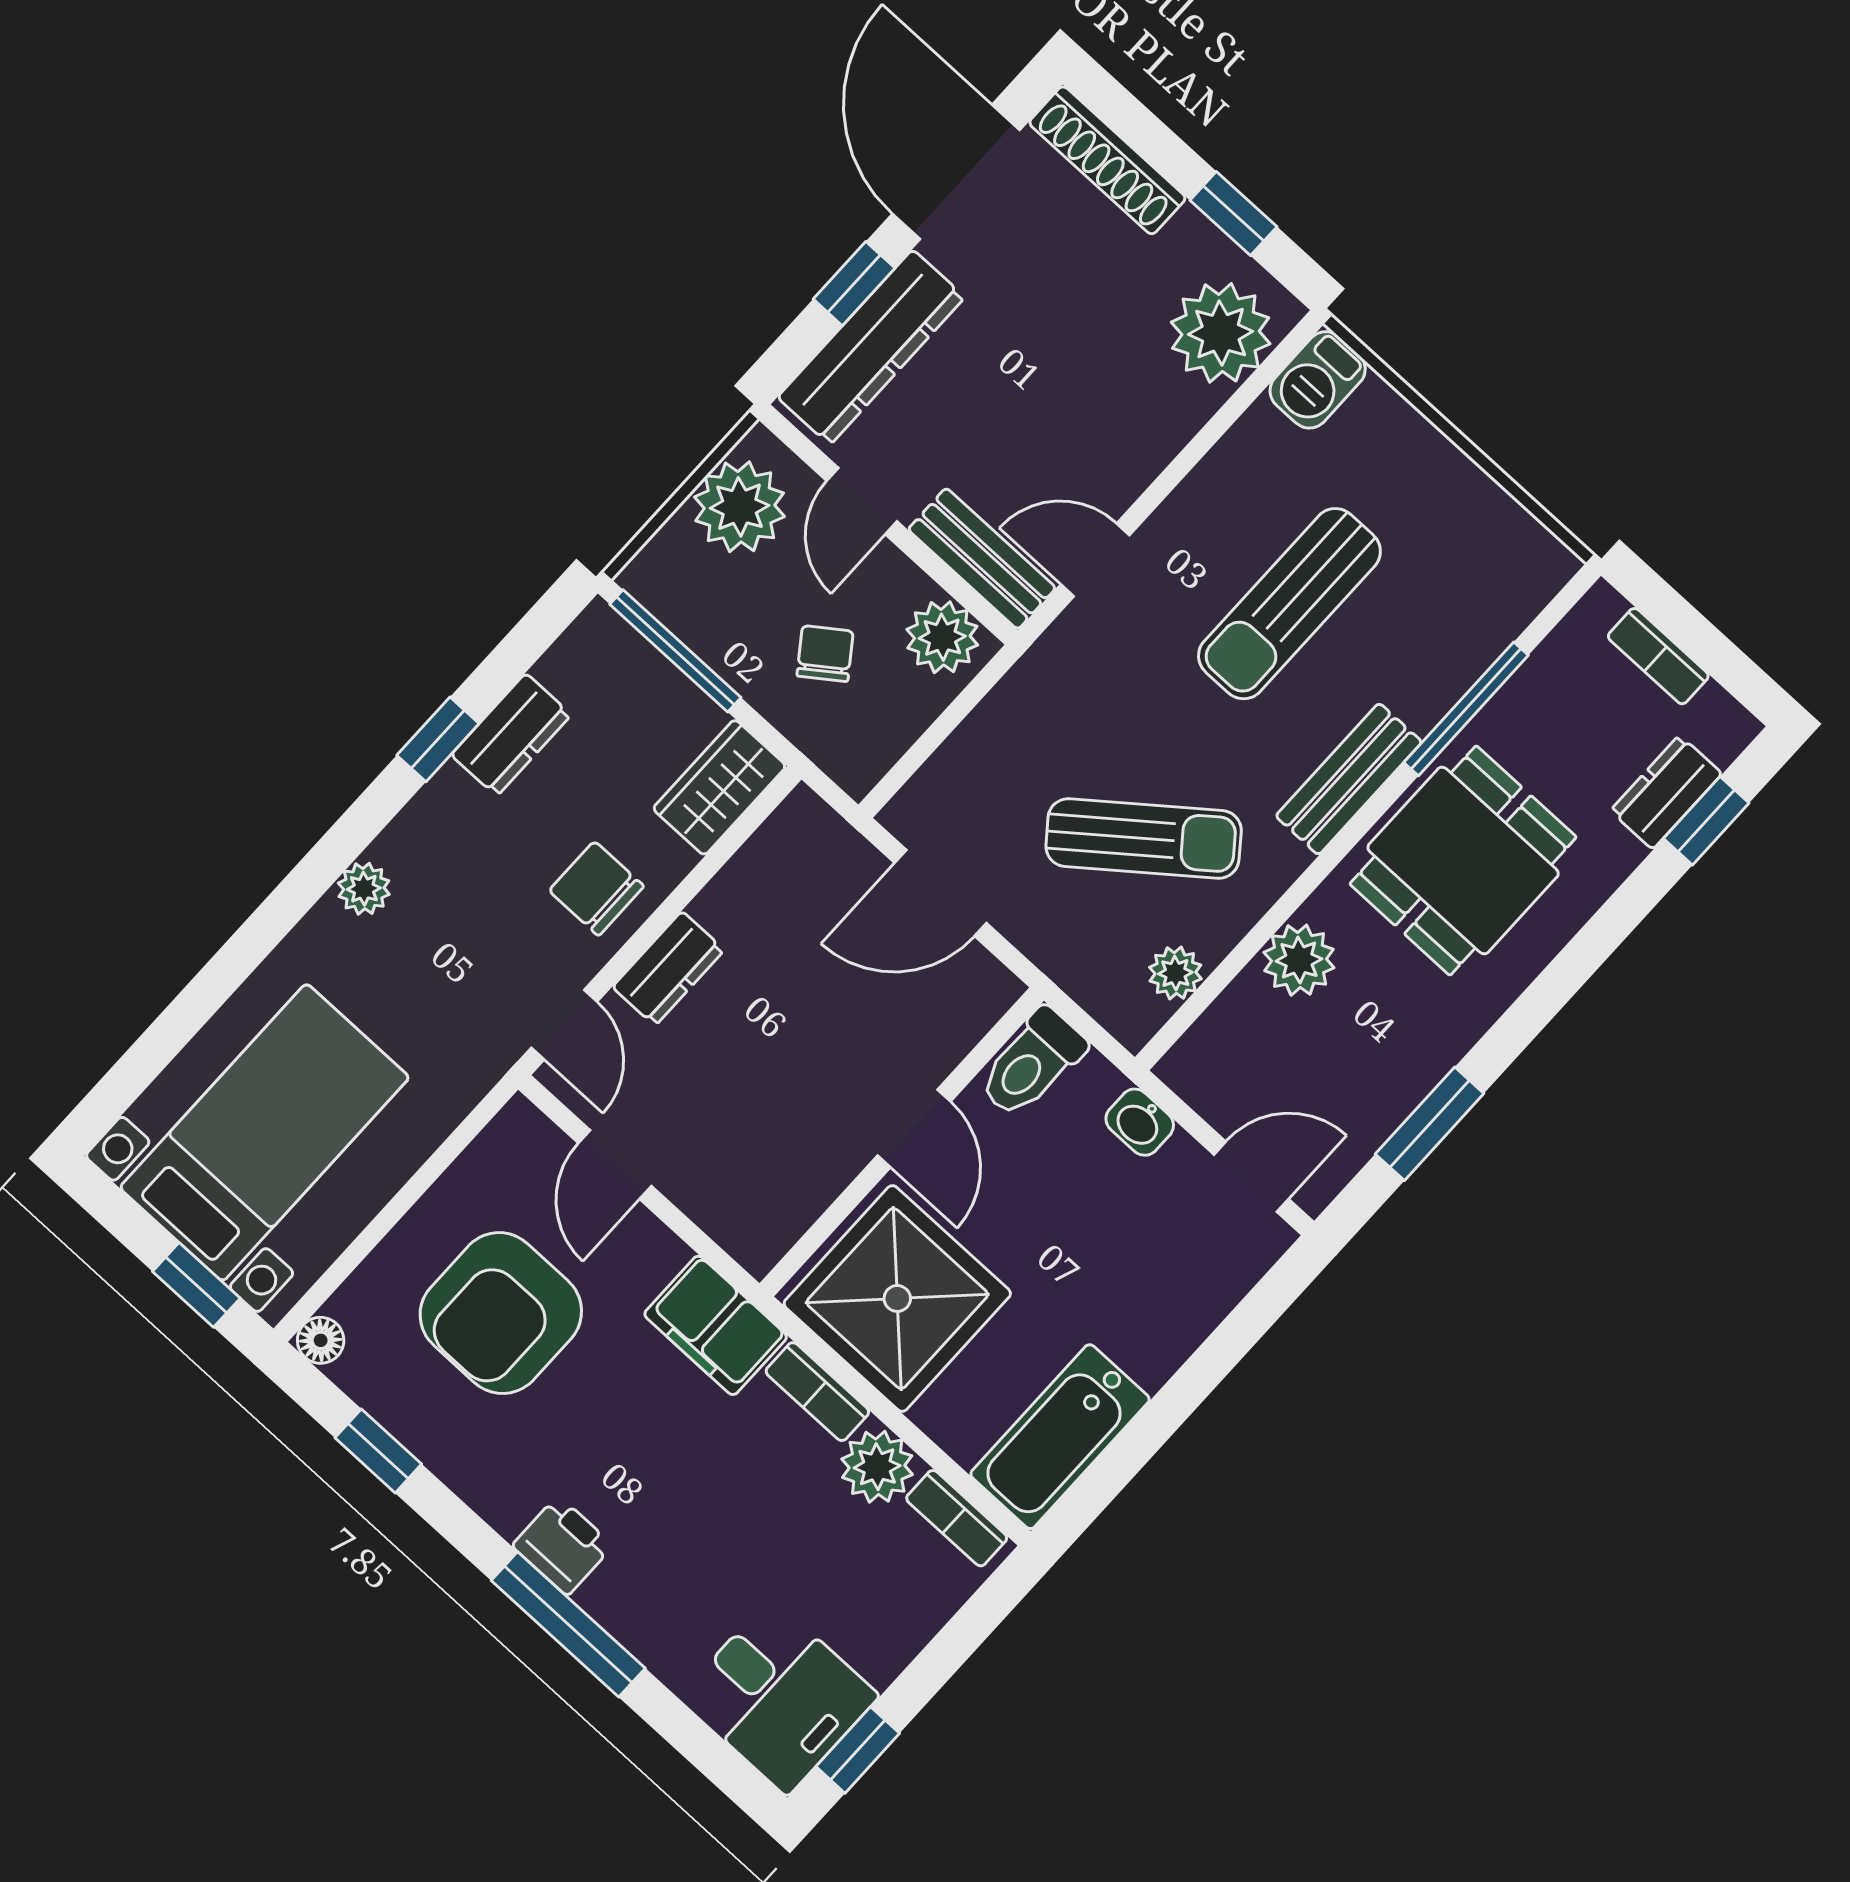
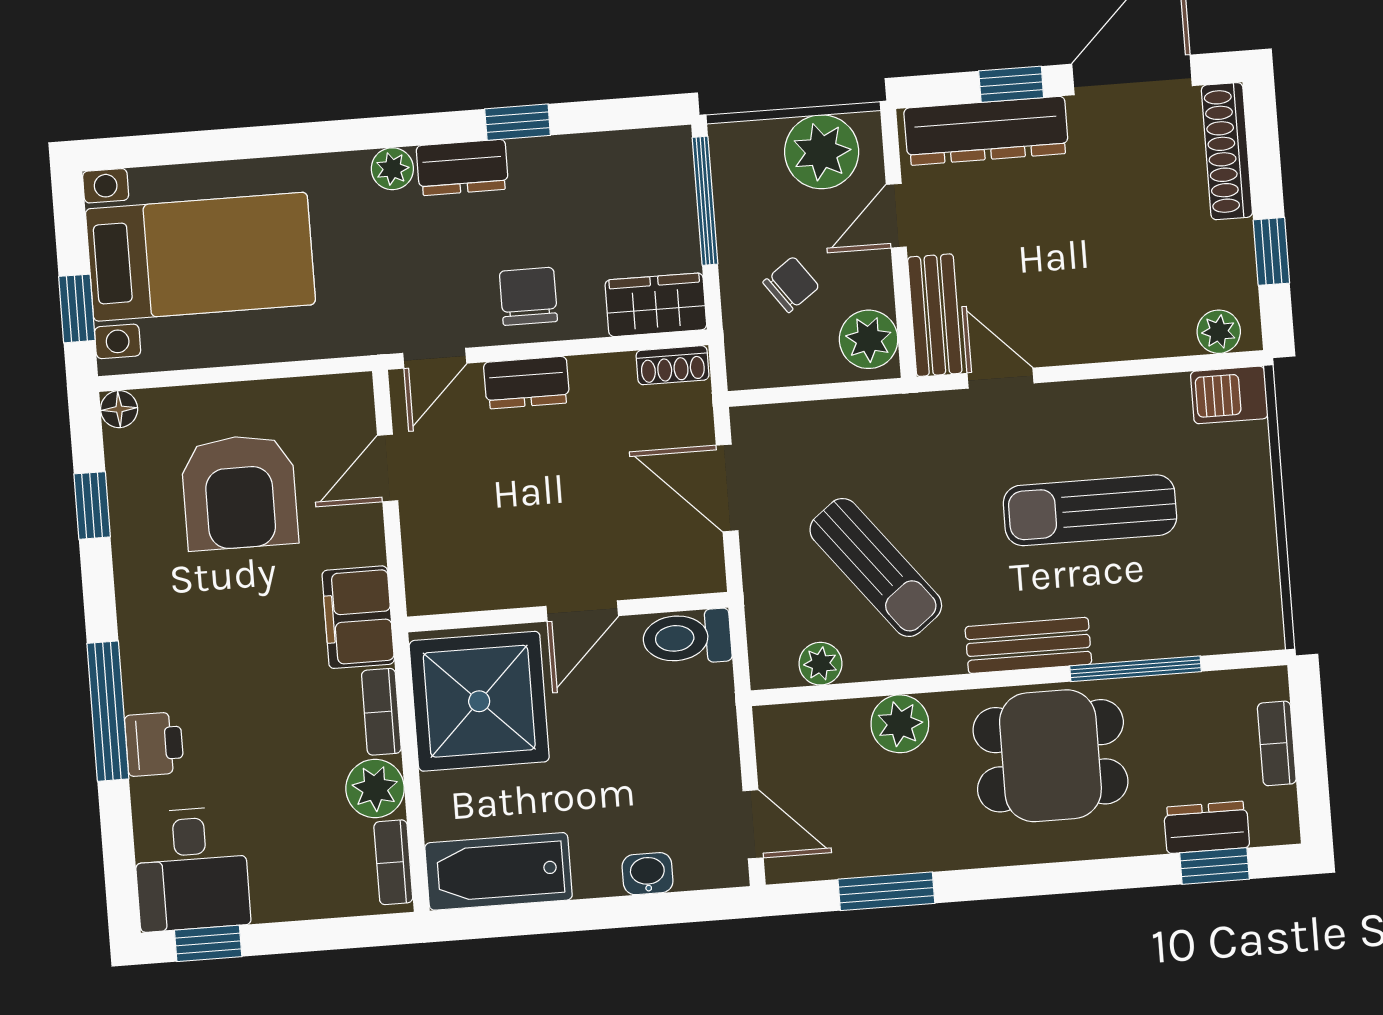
plant: (1221, 333) -> (1219, 332), width x0.53, depth x0.53
dresser: (511, 735) -> (462, 167), moved
shoe rack: (786, 828) -> (673, 365), added
washbasin: (1140, 1122) -> (648, 874), moved, turned 90
armchair: (501, 1313) -> (239, 492), turned -90
printer: (563, 1546) -> (154, 744), moved

